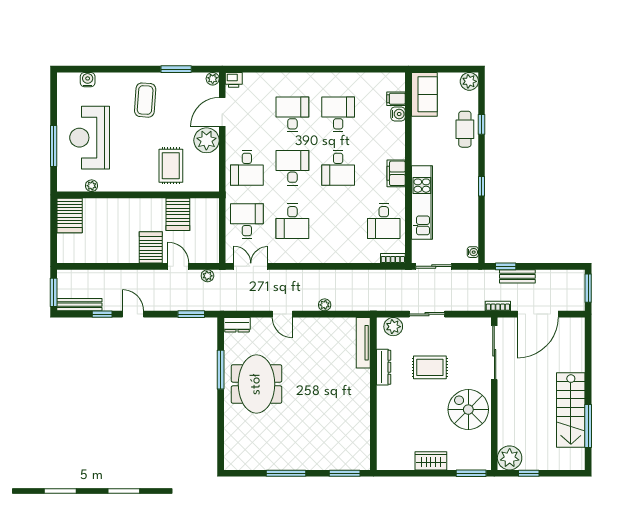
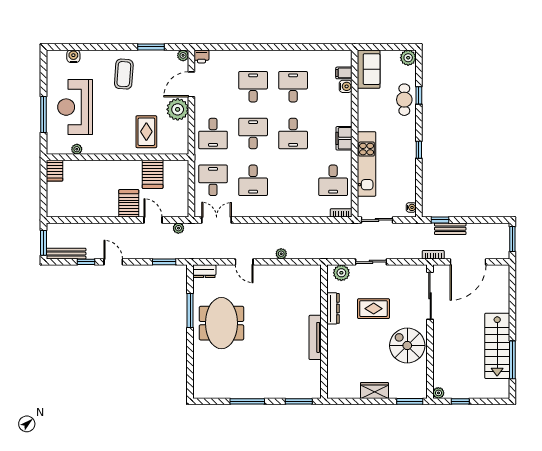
server rack: (70, 215) -> (55, 171), width x0.73, depth x0.70
tv unit: (363, 343) -> (315, 337), moved
plant: (510, 458) -> (438, 393), width x0.53, depth x0.53

